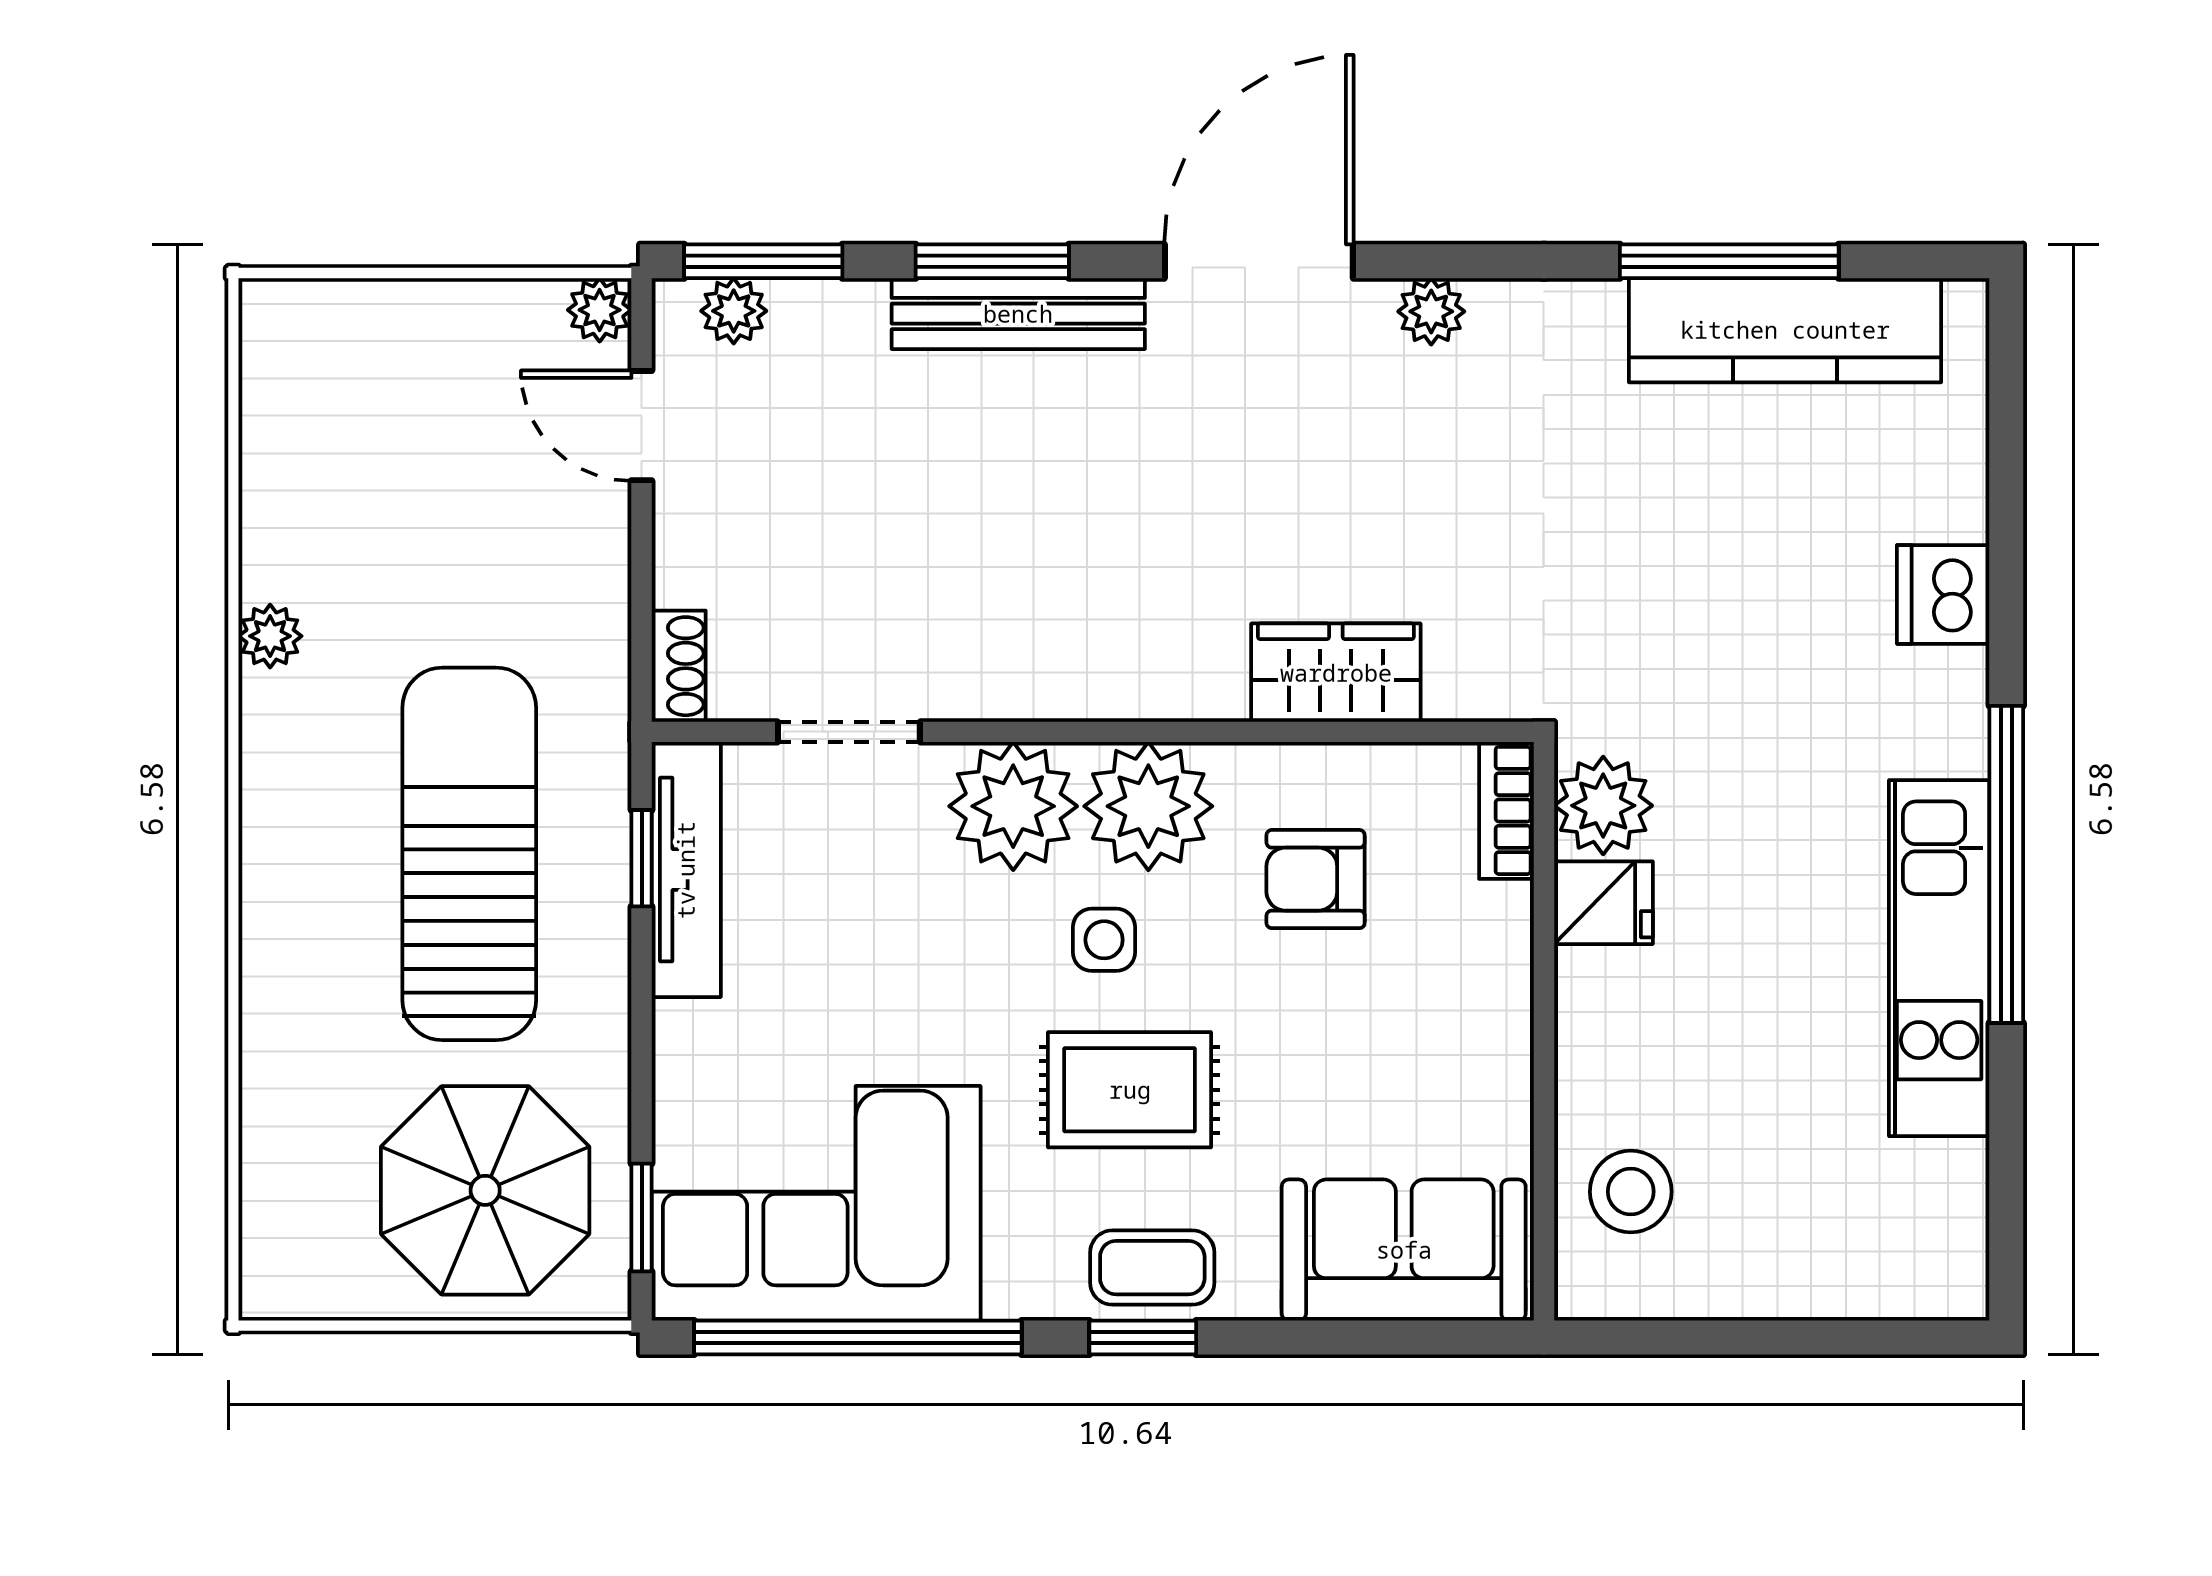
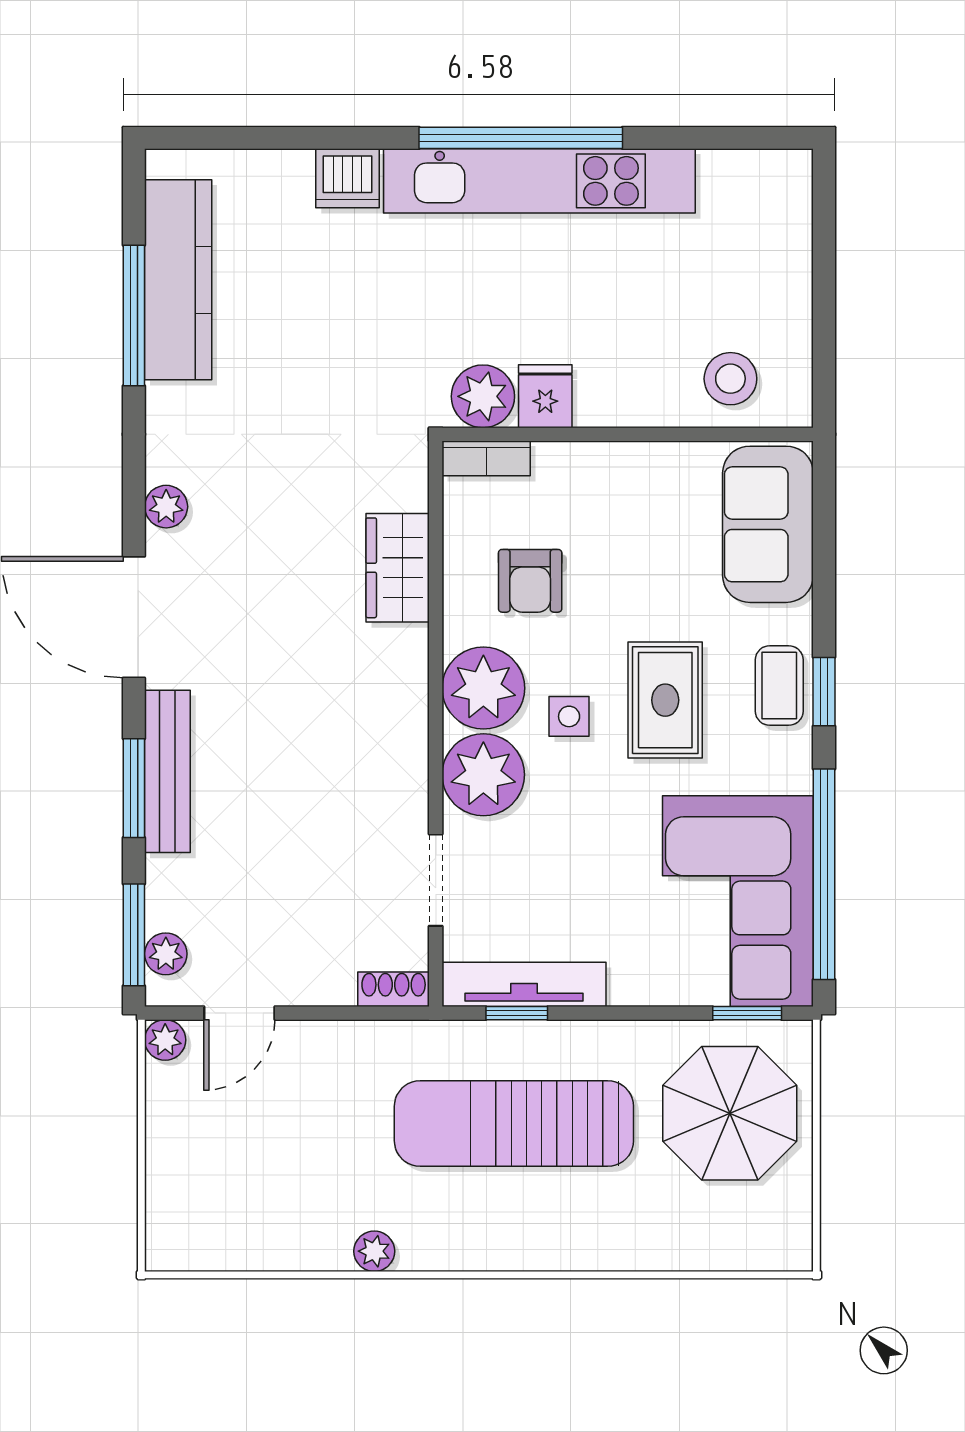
kitchen unit: (1939, 958) -> (539, 181), width x1.36

